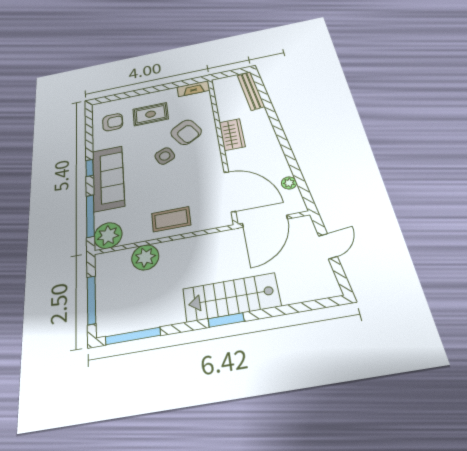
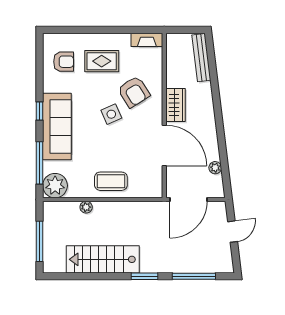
door: (230, 192) -> (164, 146), moved
plant: (145, 257) -> (86, 207), width x0.53, depth x0.53
stairs: (231, 297) -> (103, 259), moved
window: (133, 336) -> (194, 276), moved

